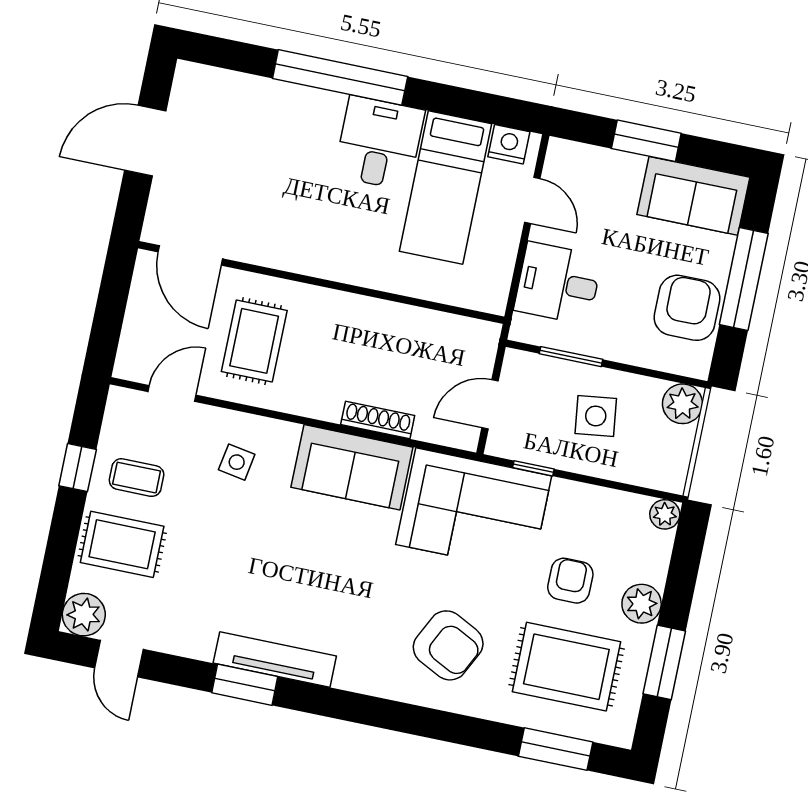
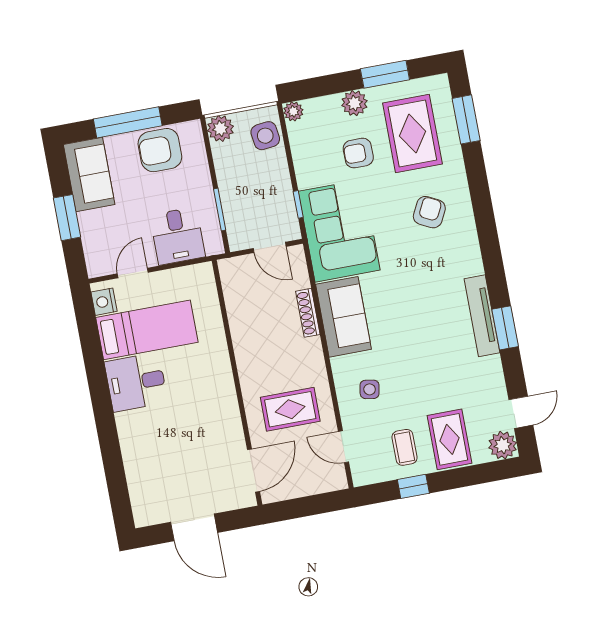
window: (340, 77) -> (105, 423), removed
side table: (596, 416) -> (265, 136), moved
armchair: (448, 645) -> (429, 212), width x0.72, depth x0.72

